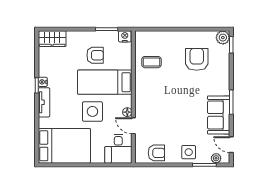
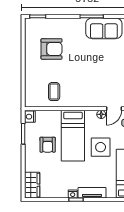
plant: (223, 38) -> (31, 24), removed
armchair: (95, 55) -> (48, 145), turned 180
armchair: (197, 59) -> (51, 49), turned 180

